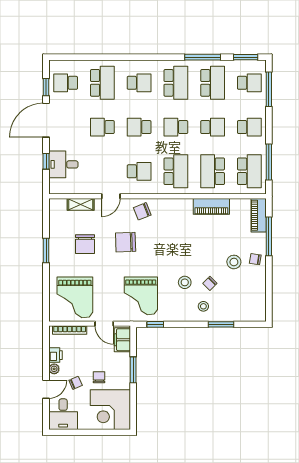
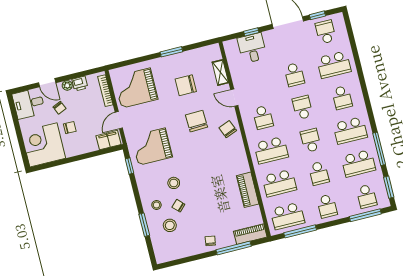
school desk: (102, 127) -> (294, 75), turned 180
school desk: (213, 171) -> (279, 183), turned 180
stool: (234, 262) -> (170, 225), moved
window: (133, 370) -> (84, 156), removed

